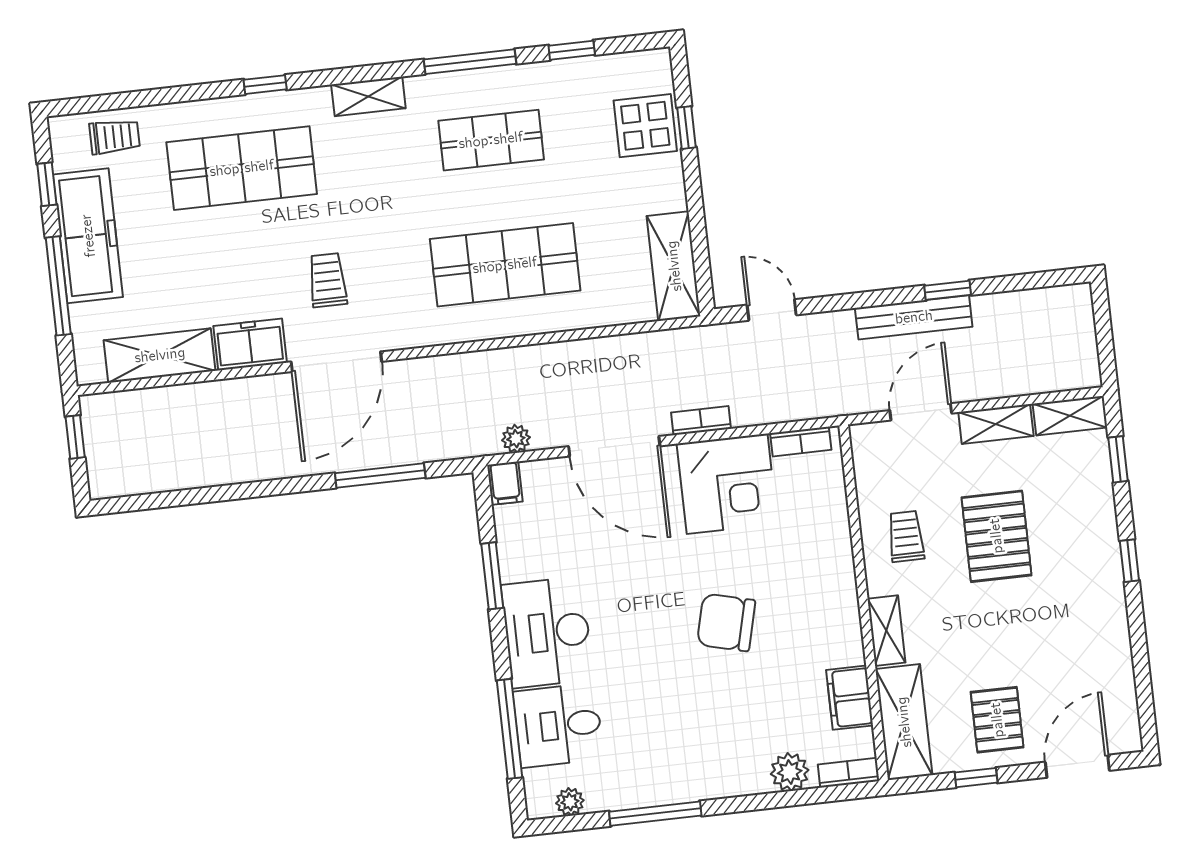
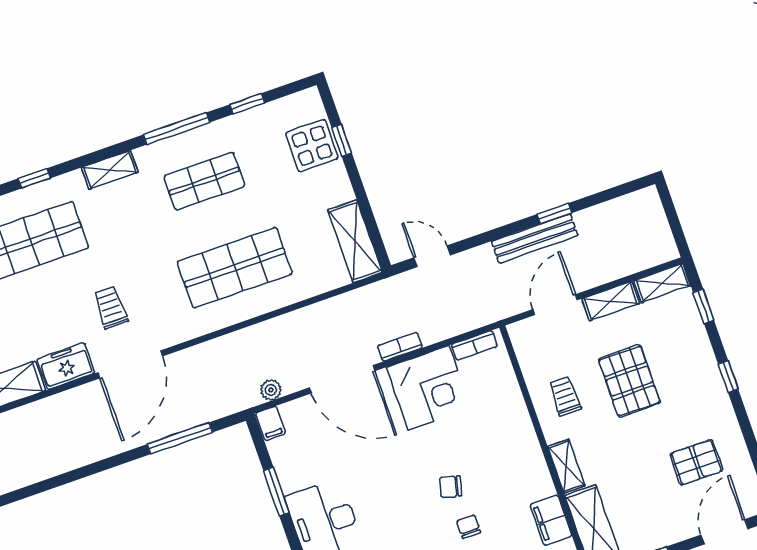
chair: (726, 622) -> (451, 487), width x0.54, depth x0.54
chair: (738, 681) -> (469, 527), added
pallet: (997, 720) -> (696, 462), moved, turned 90

